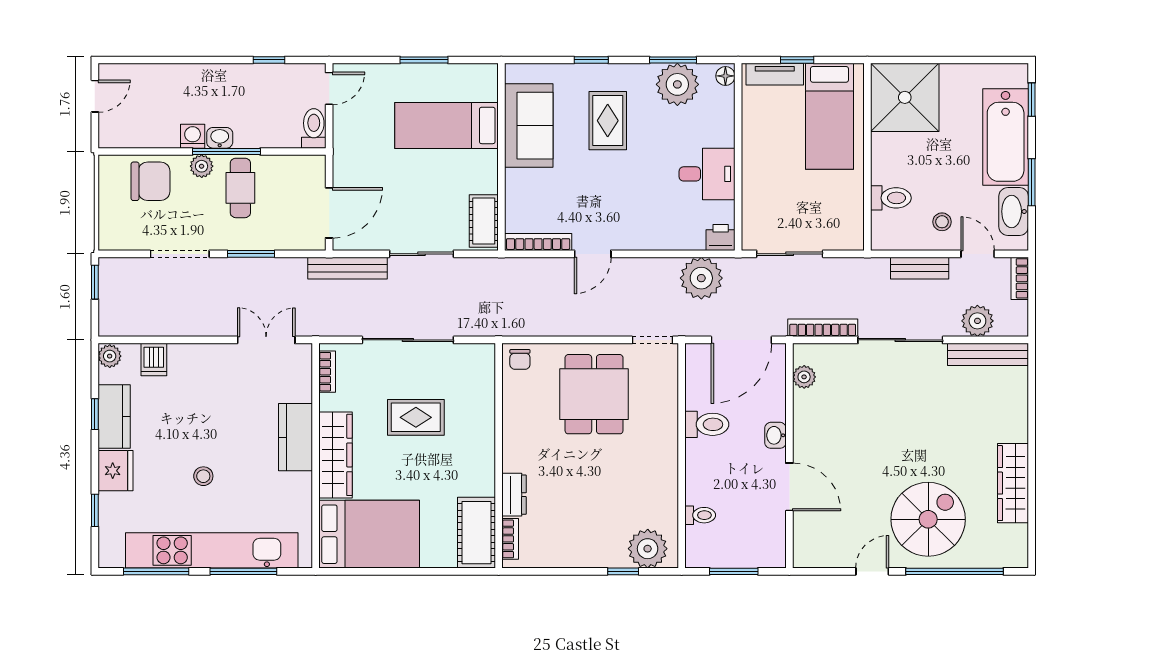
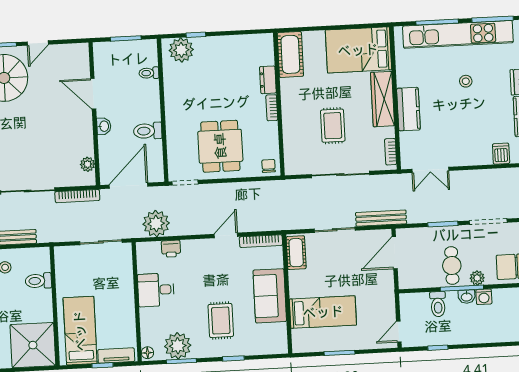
sofa: (529, 126) -> (270, 296), moved
toilet: (314, 128) -> (438, 304), moved
printer: (721, 237) -> (171, 249), moved
rug: (416, 417) -> (333, 126), turned 90
bookcase: (510, 539) -> (272, 108), moved

